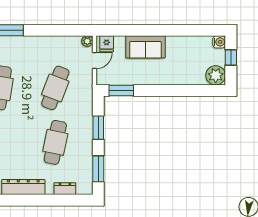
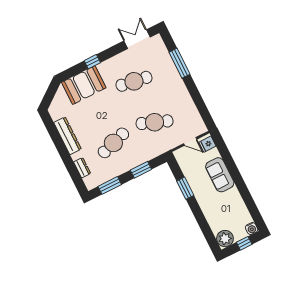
plant: (87, 41) -> (202, 129), removed
window: (121, 91) -> (185, 188), moved
cafe table: (55, 142) -> (113, 143), turned -30

